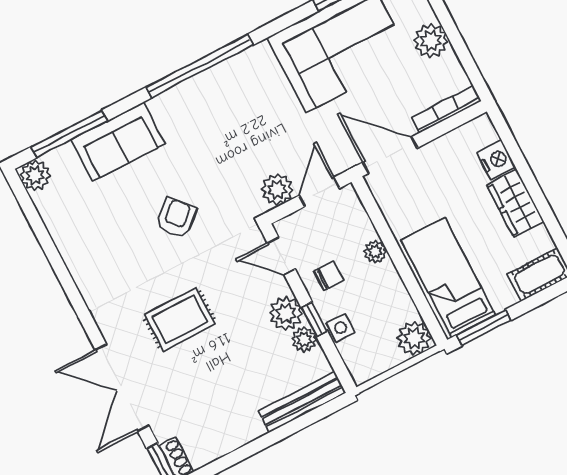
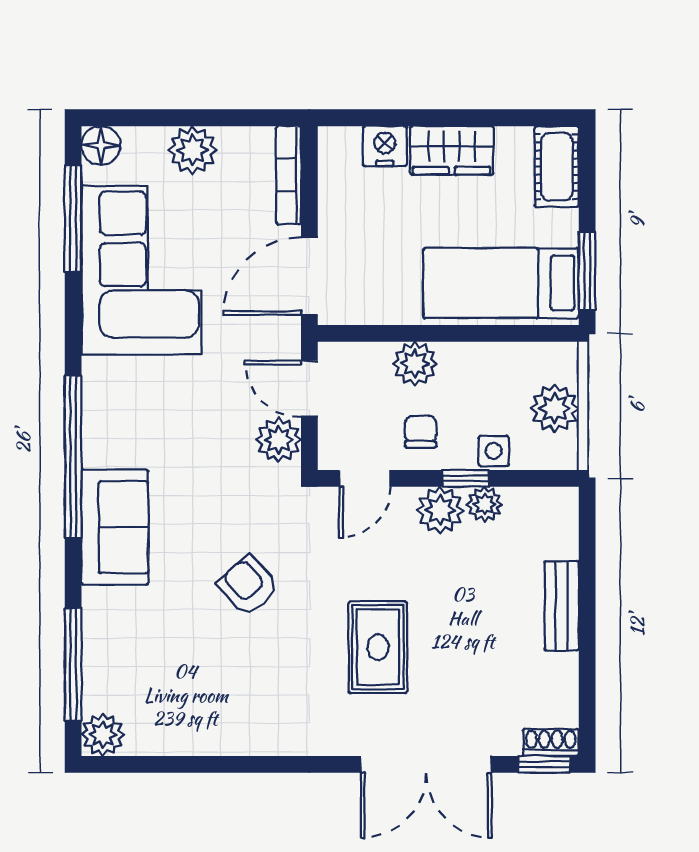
sofa: (118, 142) -> (115, 527), moved
plant: (375, 252) -> (415, 364), width x1.38, depth x1.38
plant: (414, 338) -> (555, 408), moved
bench: (302, 402) -> (562, 606), moved, width x0.73

